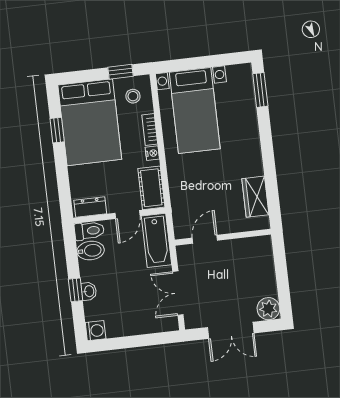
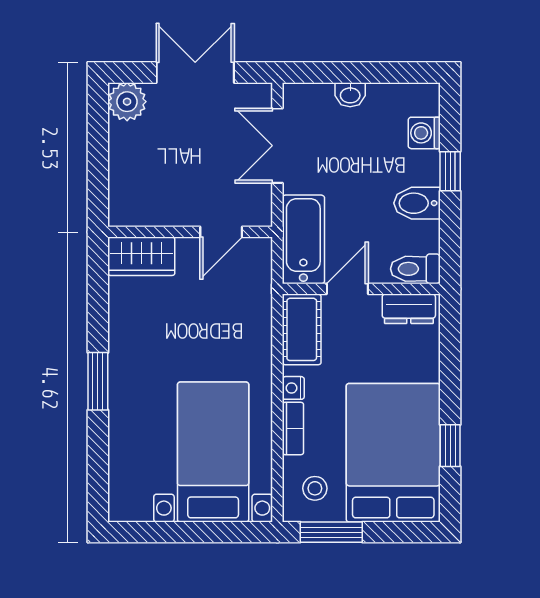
window: (120, 72) -> (331, 532), width x1.50
window: (260, 90) -> (98, 381), moved
wardrobe: (255, 197) -> (141, 256), moved, turned 90
bidet: (91, 251) -> (417, 203), moved
washbasin: (89, 291) -> (350, 95), moved, turned -90
double door: (178, 293) -> (277, 146), swing flipped
washing machine: (96, 331) -> (424, 133), moved

